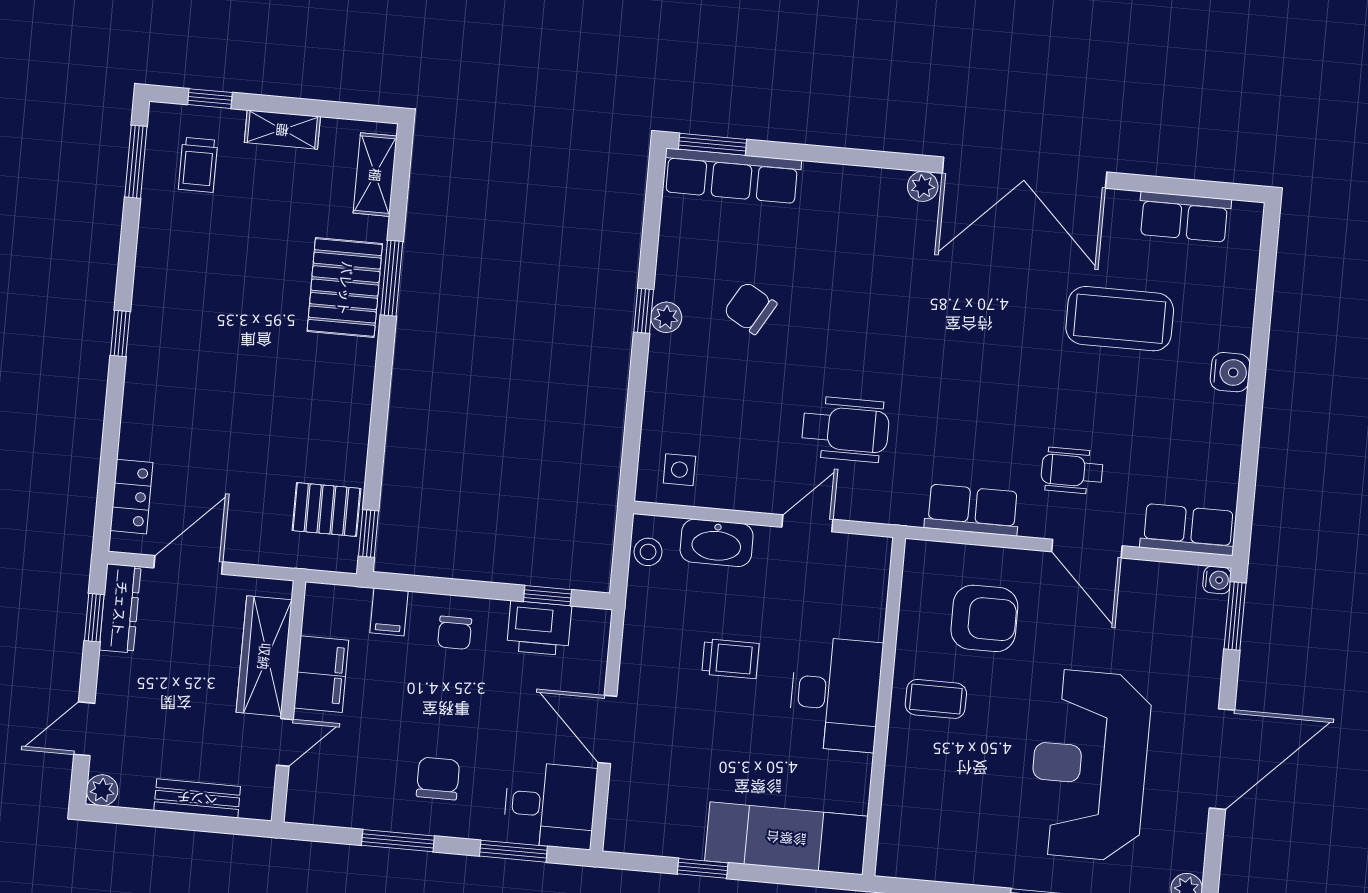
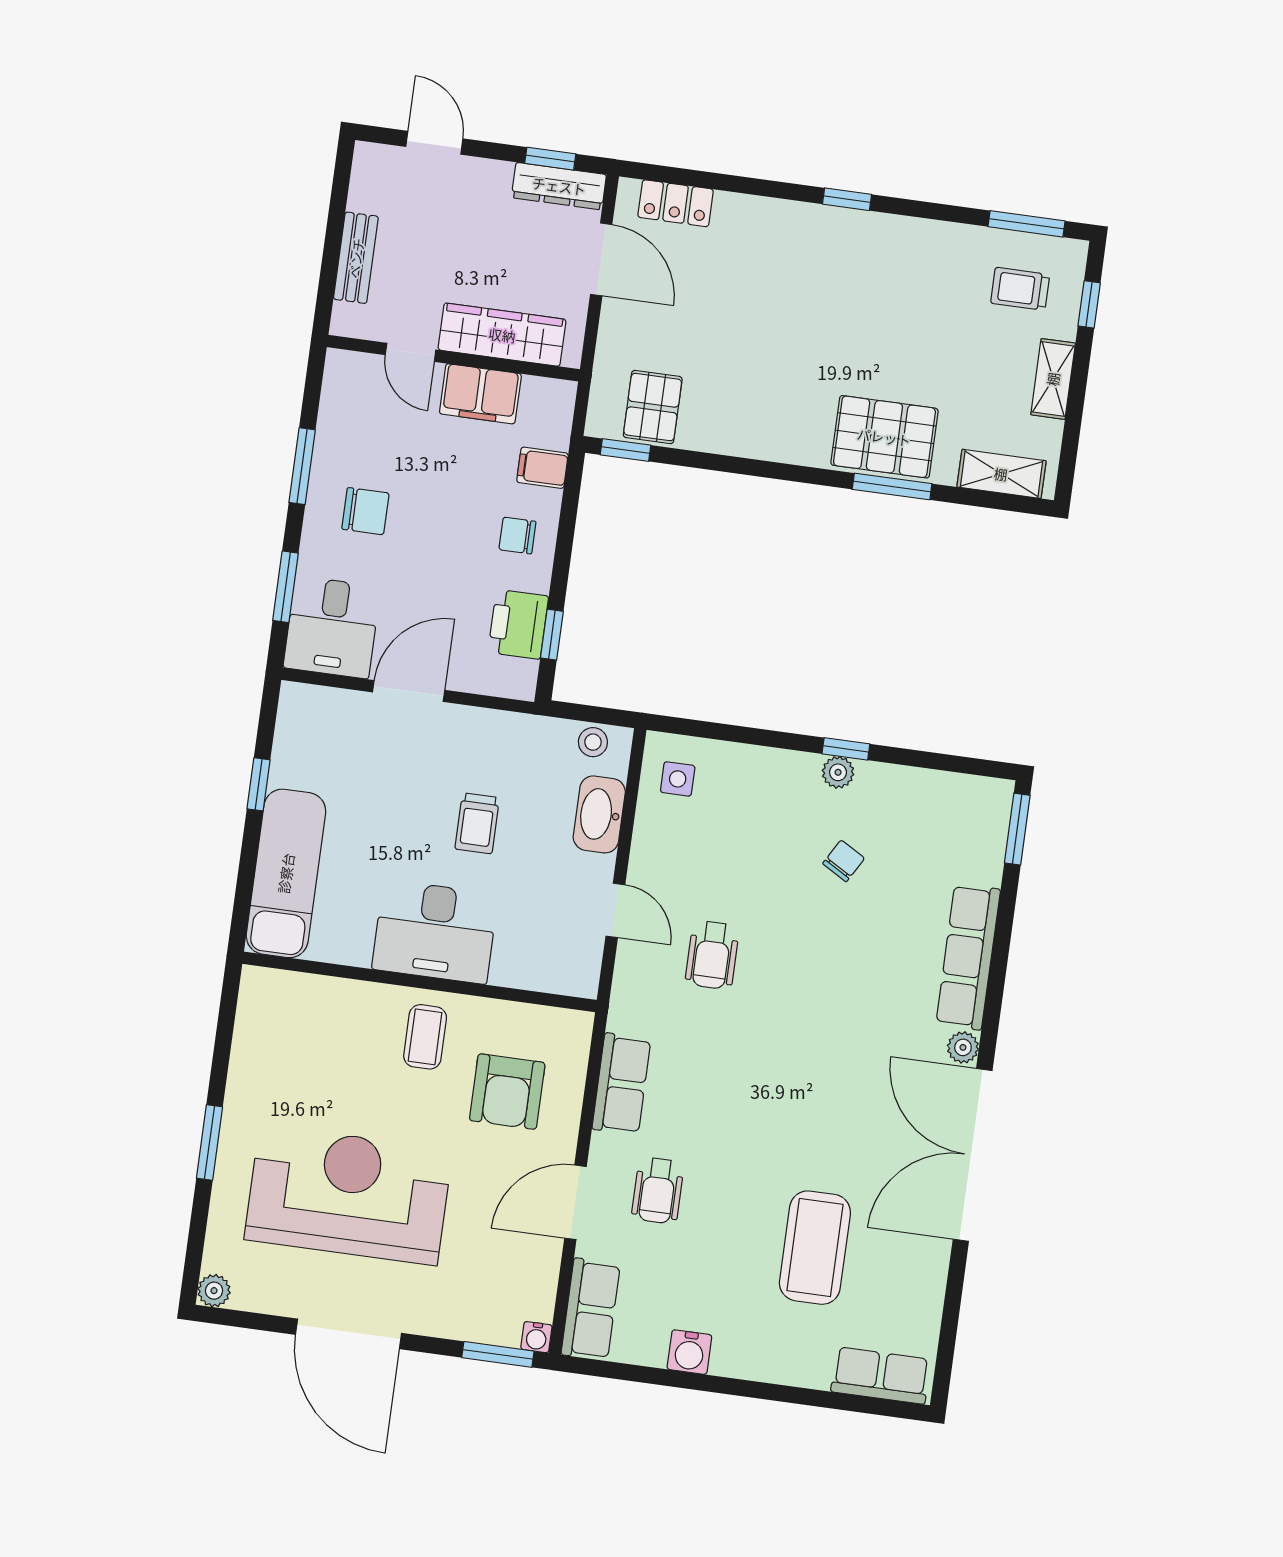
row of seats: (732, 176) -> (968, 957), moved
row of seats: (1184, 217) -> (881, 1376), moved, turned 90
chair: (750, 308) -> (844, 861), width x0.73, depth x0.73
water cooler: (1230, 372) -> (689, 1352), moved
wheelchair: (845, 429) -> (712, 955), width x0.73, depth x0.73
wheelchair: (1072, 471) -> (658, 1190), turned 180
plant: (102, 790) -> (369, 159), removed

